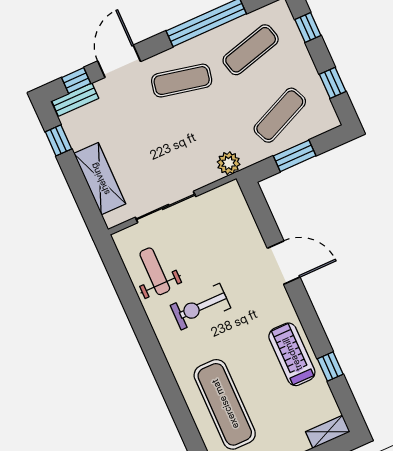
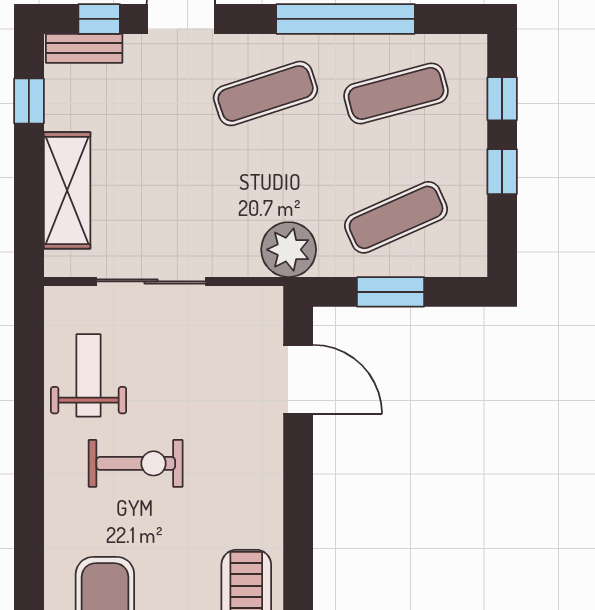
exercise mat: (182, 81) -> (266, 93), turned -30
window: (333, 83) -> (502, 172), moved
plant: (229, 163) -> (289, 250), width x1.36, depth x1.36
door: (284, 263) -> (298, 379), moved
exercise bike: (200, 307) -> (136, 463), turned 180

